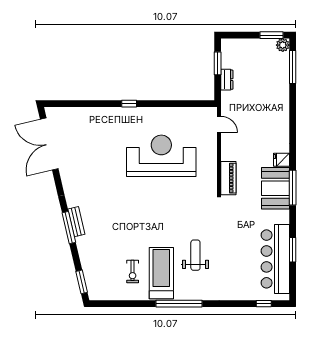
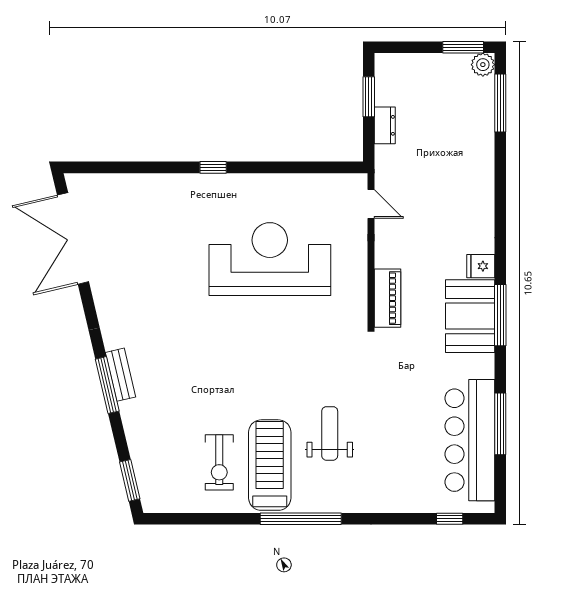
window: (293, 250) -> (500, 424), width x1.44
exercise bike: (133, 272) -> (219, 462), width x1.38, depth x1.39

